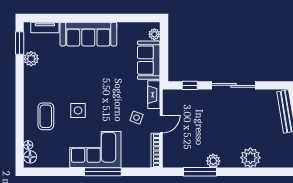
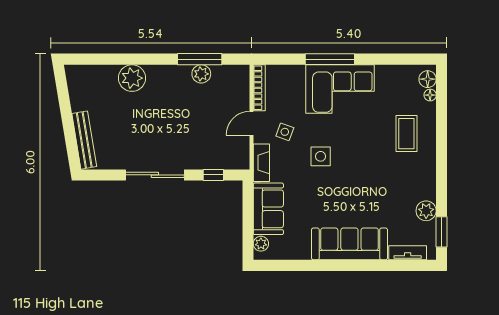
side table: (78, 110) -> (321, 156), moved
plant: (213, 161) -> (201, 74), moved

